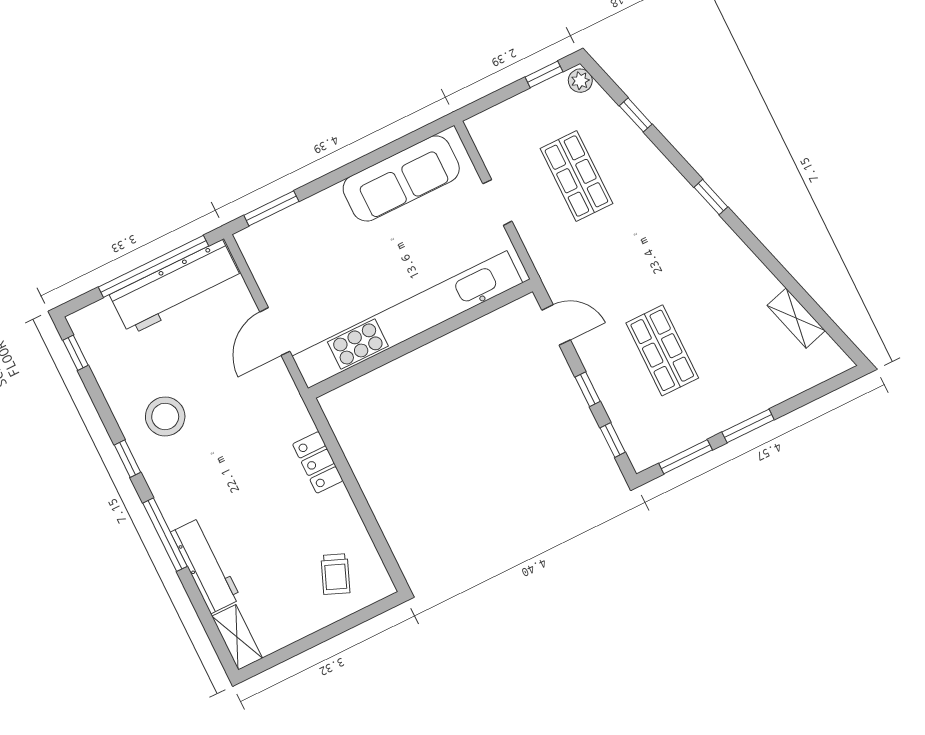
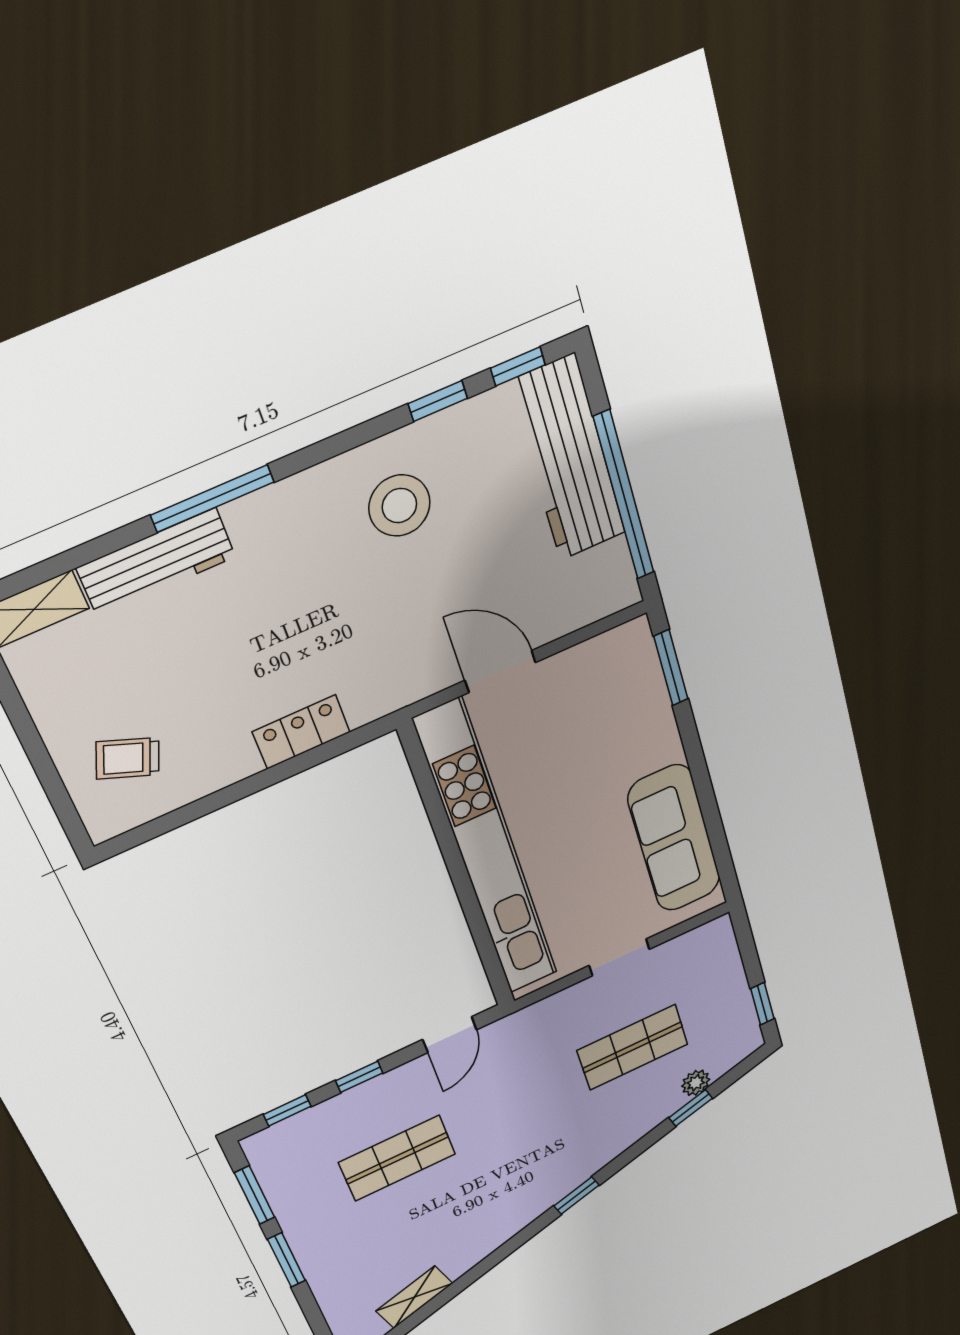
plant: (580, 81) -> (696, 1083), moved
workbench: (176, 287) -> (568, 459), moved
window: (128, 459) -> (438, 401), moved

